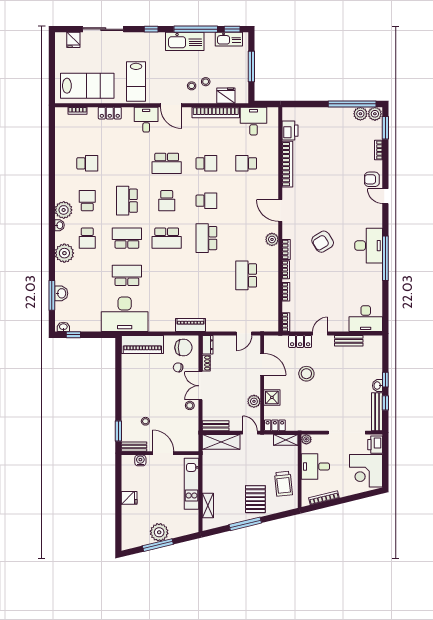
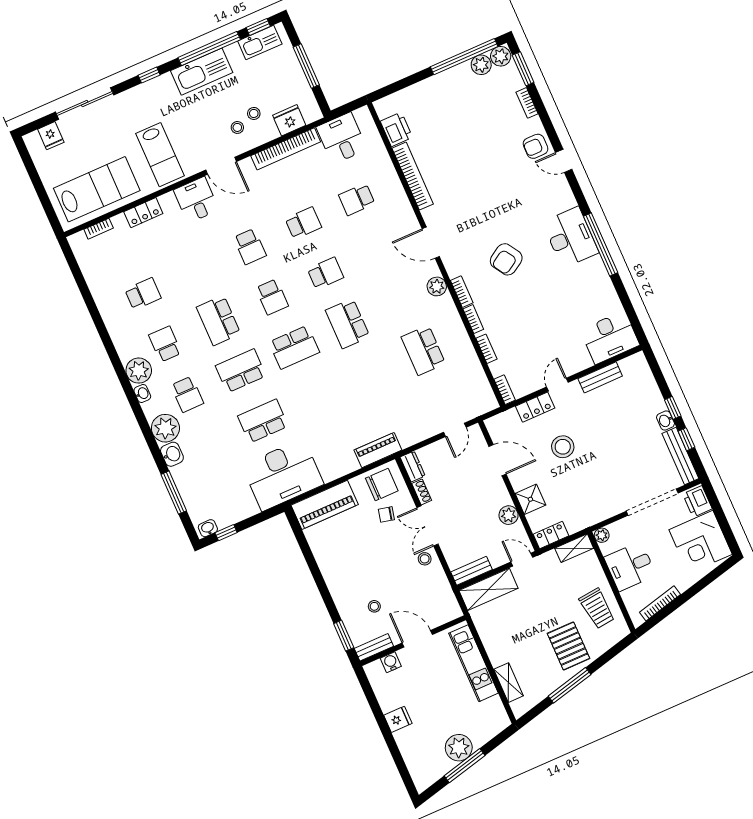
school desk: (167, 163) -> (250, 247), width x0.54
washbasin: (61, 293) -> (172, 454), moved

